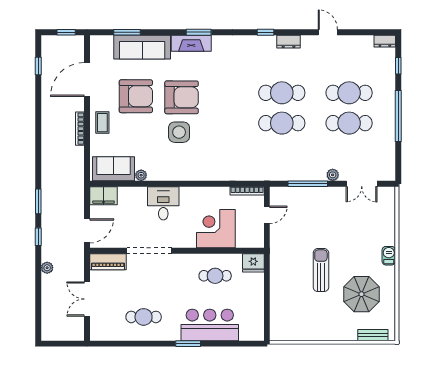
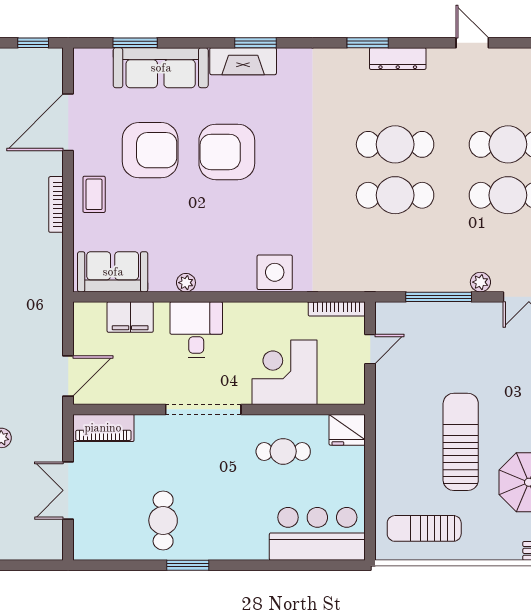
window: (265, 32) -> (368, 43), width x1.50
dresser: (288, 42) -> (398, 59), width x1.44
armchair: (182, 97) -> (227, 152), turned 180
side table: (179, 132) -> (275, 272), moved
plant: (141, 175) -> (186, 283), moved
filing cabinet: (104, 196) -> (130, 317), moved
doorway: (149, 251) -> (203, 409), moved
sun lounger: (321, 270) -> (461, 442), width x1.36, depth x1.34
cafe table: (144, 317) -> (163, 520), turned 90
sun lounger: (299, 322) -> (424, 528), added
bar counter: (210, 325) -> (317, 534), moved
window: (188, 344) -> (188, 565), moved

